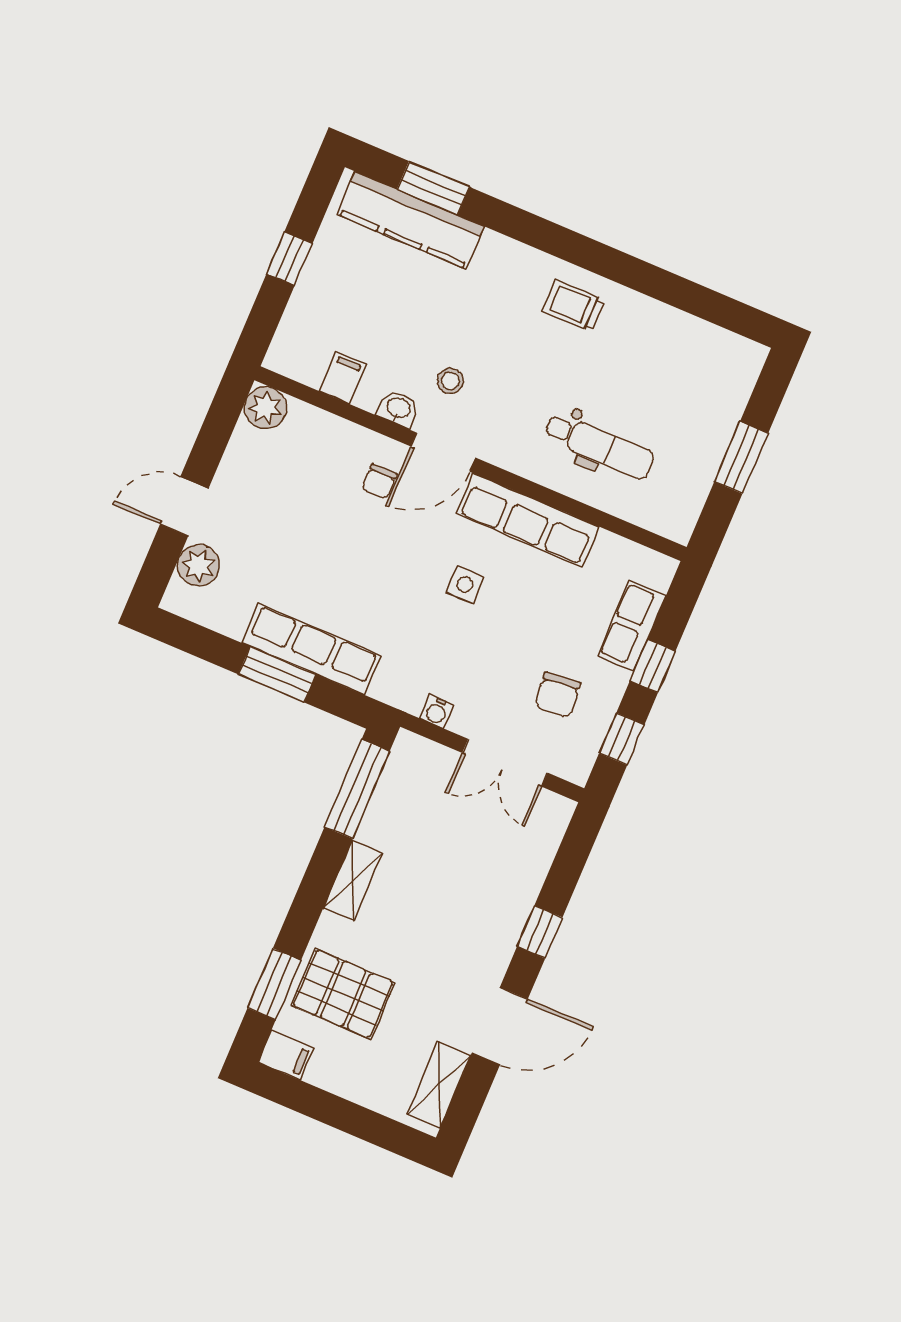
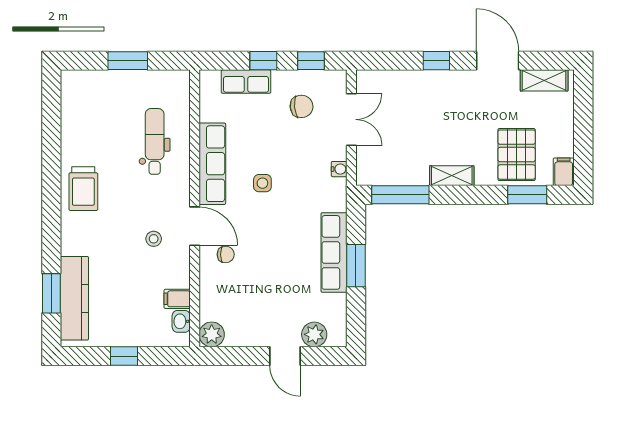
trolley: (574, 306) -> (83, 189), width x1.36, depth x1.39
washbasin: (398, 409) -> (181, 321), moved

